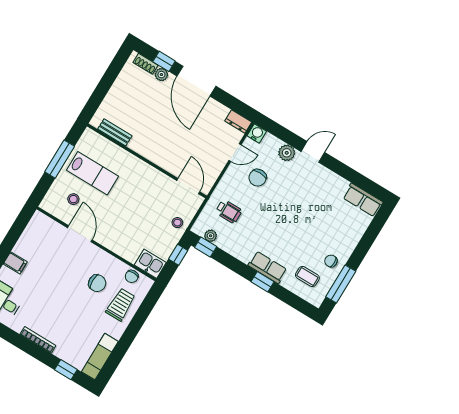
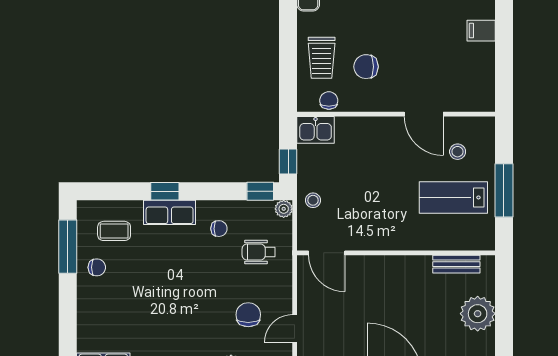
plant: (120, 95) -> (478, 314), added
plant: (211, 236) -> (284, 209), moved
chair: (244, 240) -> (219, 229), added

